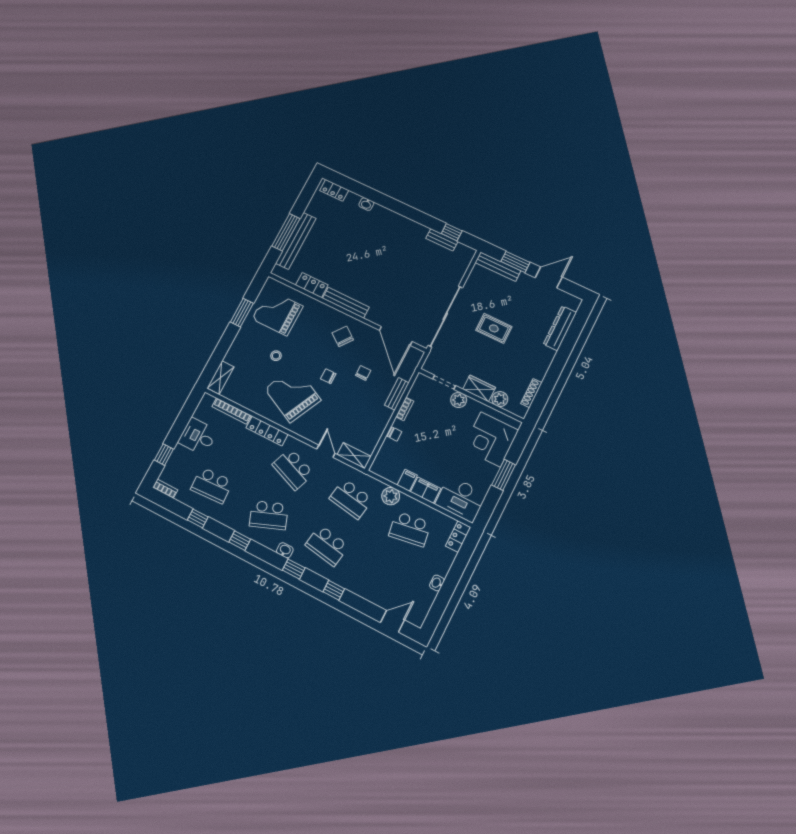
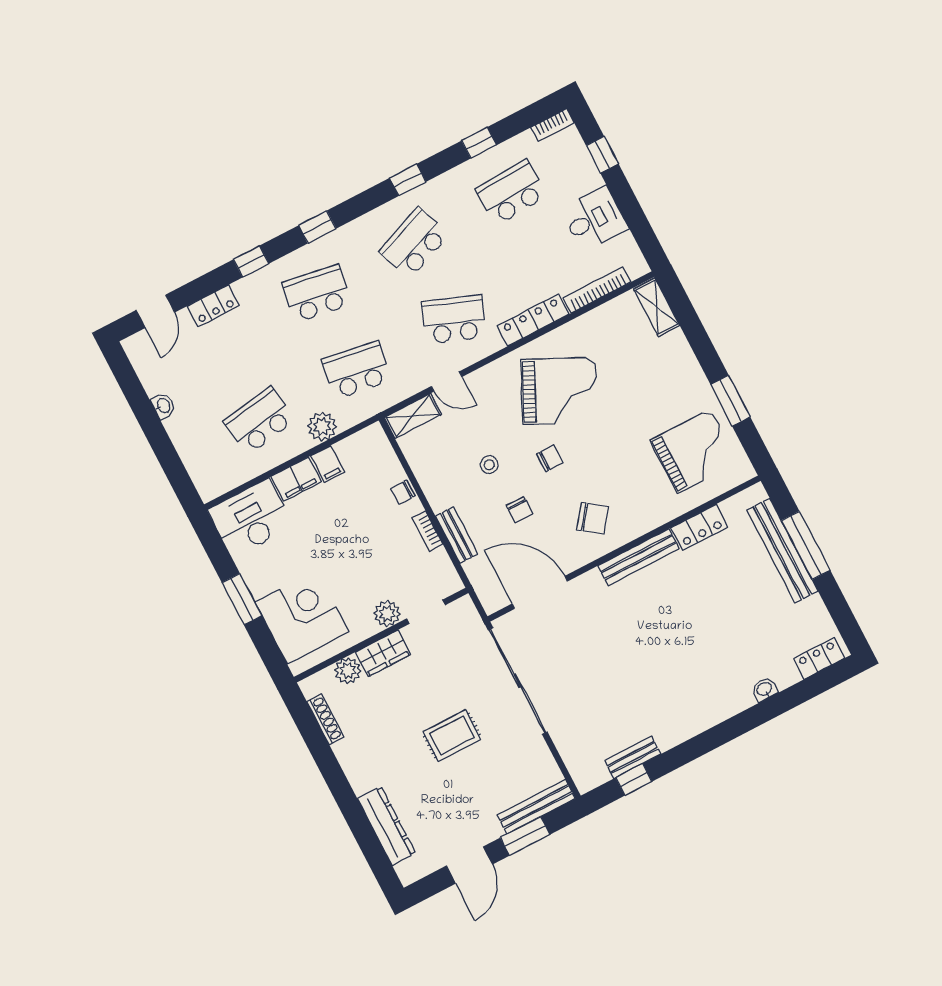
stool: (276, 356) -> (489, 465), moved
locker: (458, 537) -> (213, 306), moved, turned 90
washbasin: (285, 550) -> (351, 232), removed

